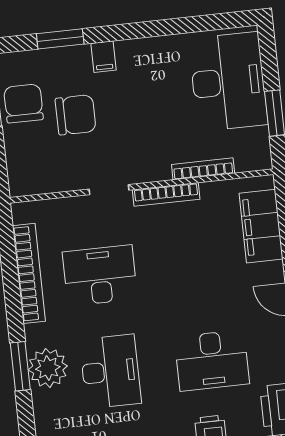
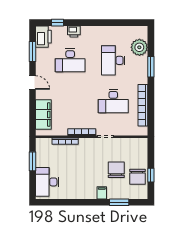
desk: (228, 82) -> (47, 182), width x0.73, depth x0.77
chair: (76, 115) -> (116, 170), turned 90
desk: (212, 360) -> (70, 60), turned 180
plant: (48, 368) -> (139, 47), moved

